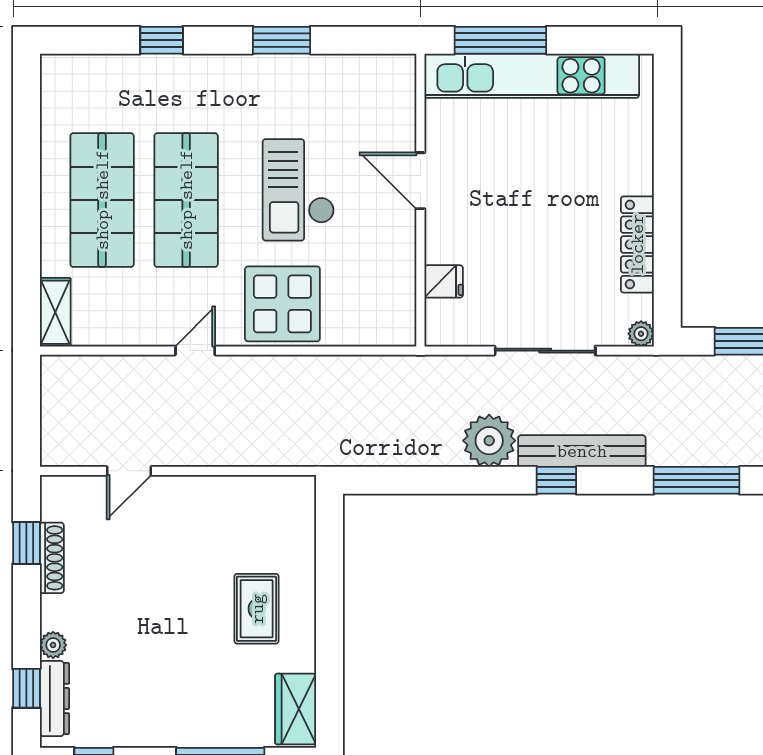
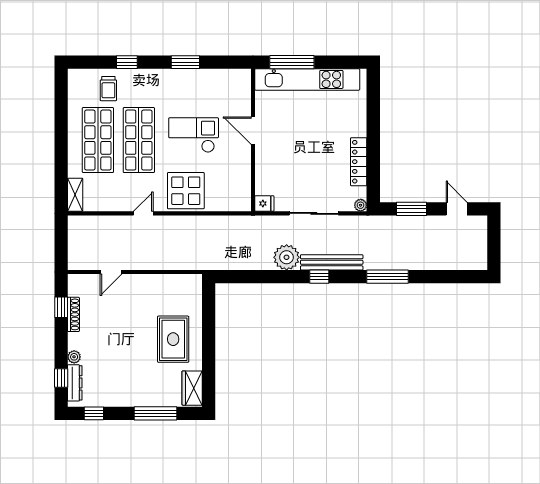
trolley: (124, 94) -> (108, 89), added
checkout: (298, 190) -> (194, 135), turned 90
fridge: (444, 281) -> (264, 204), moved
rug: (257, 609) -> (173, 339), width x1.36, depth x1.43

